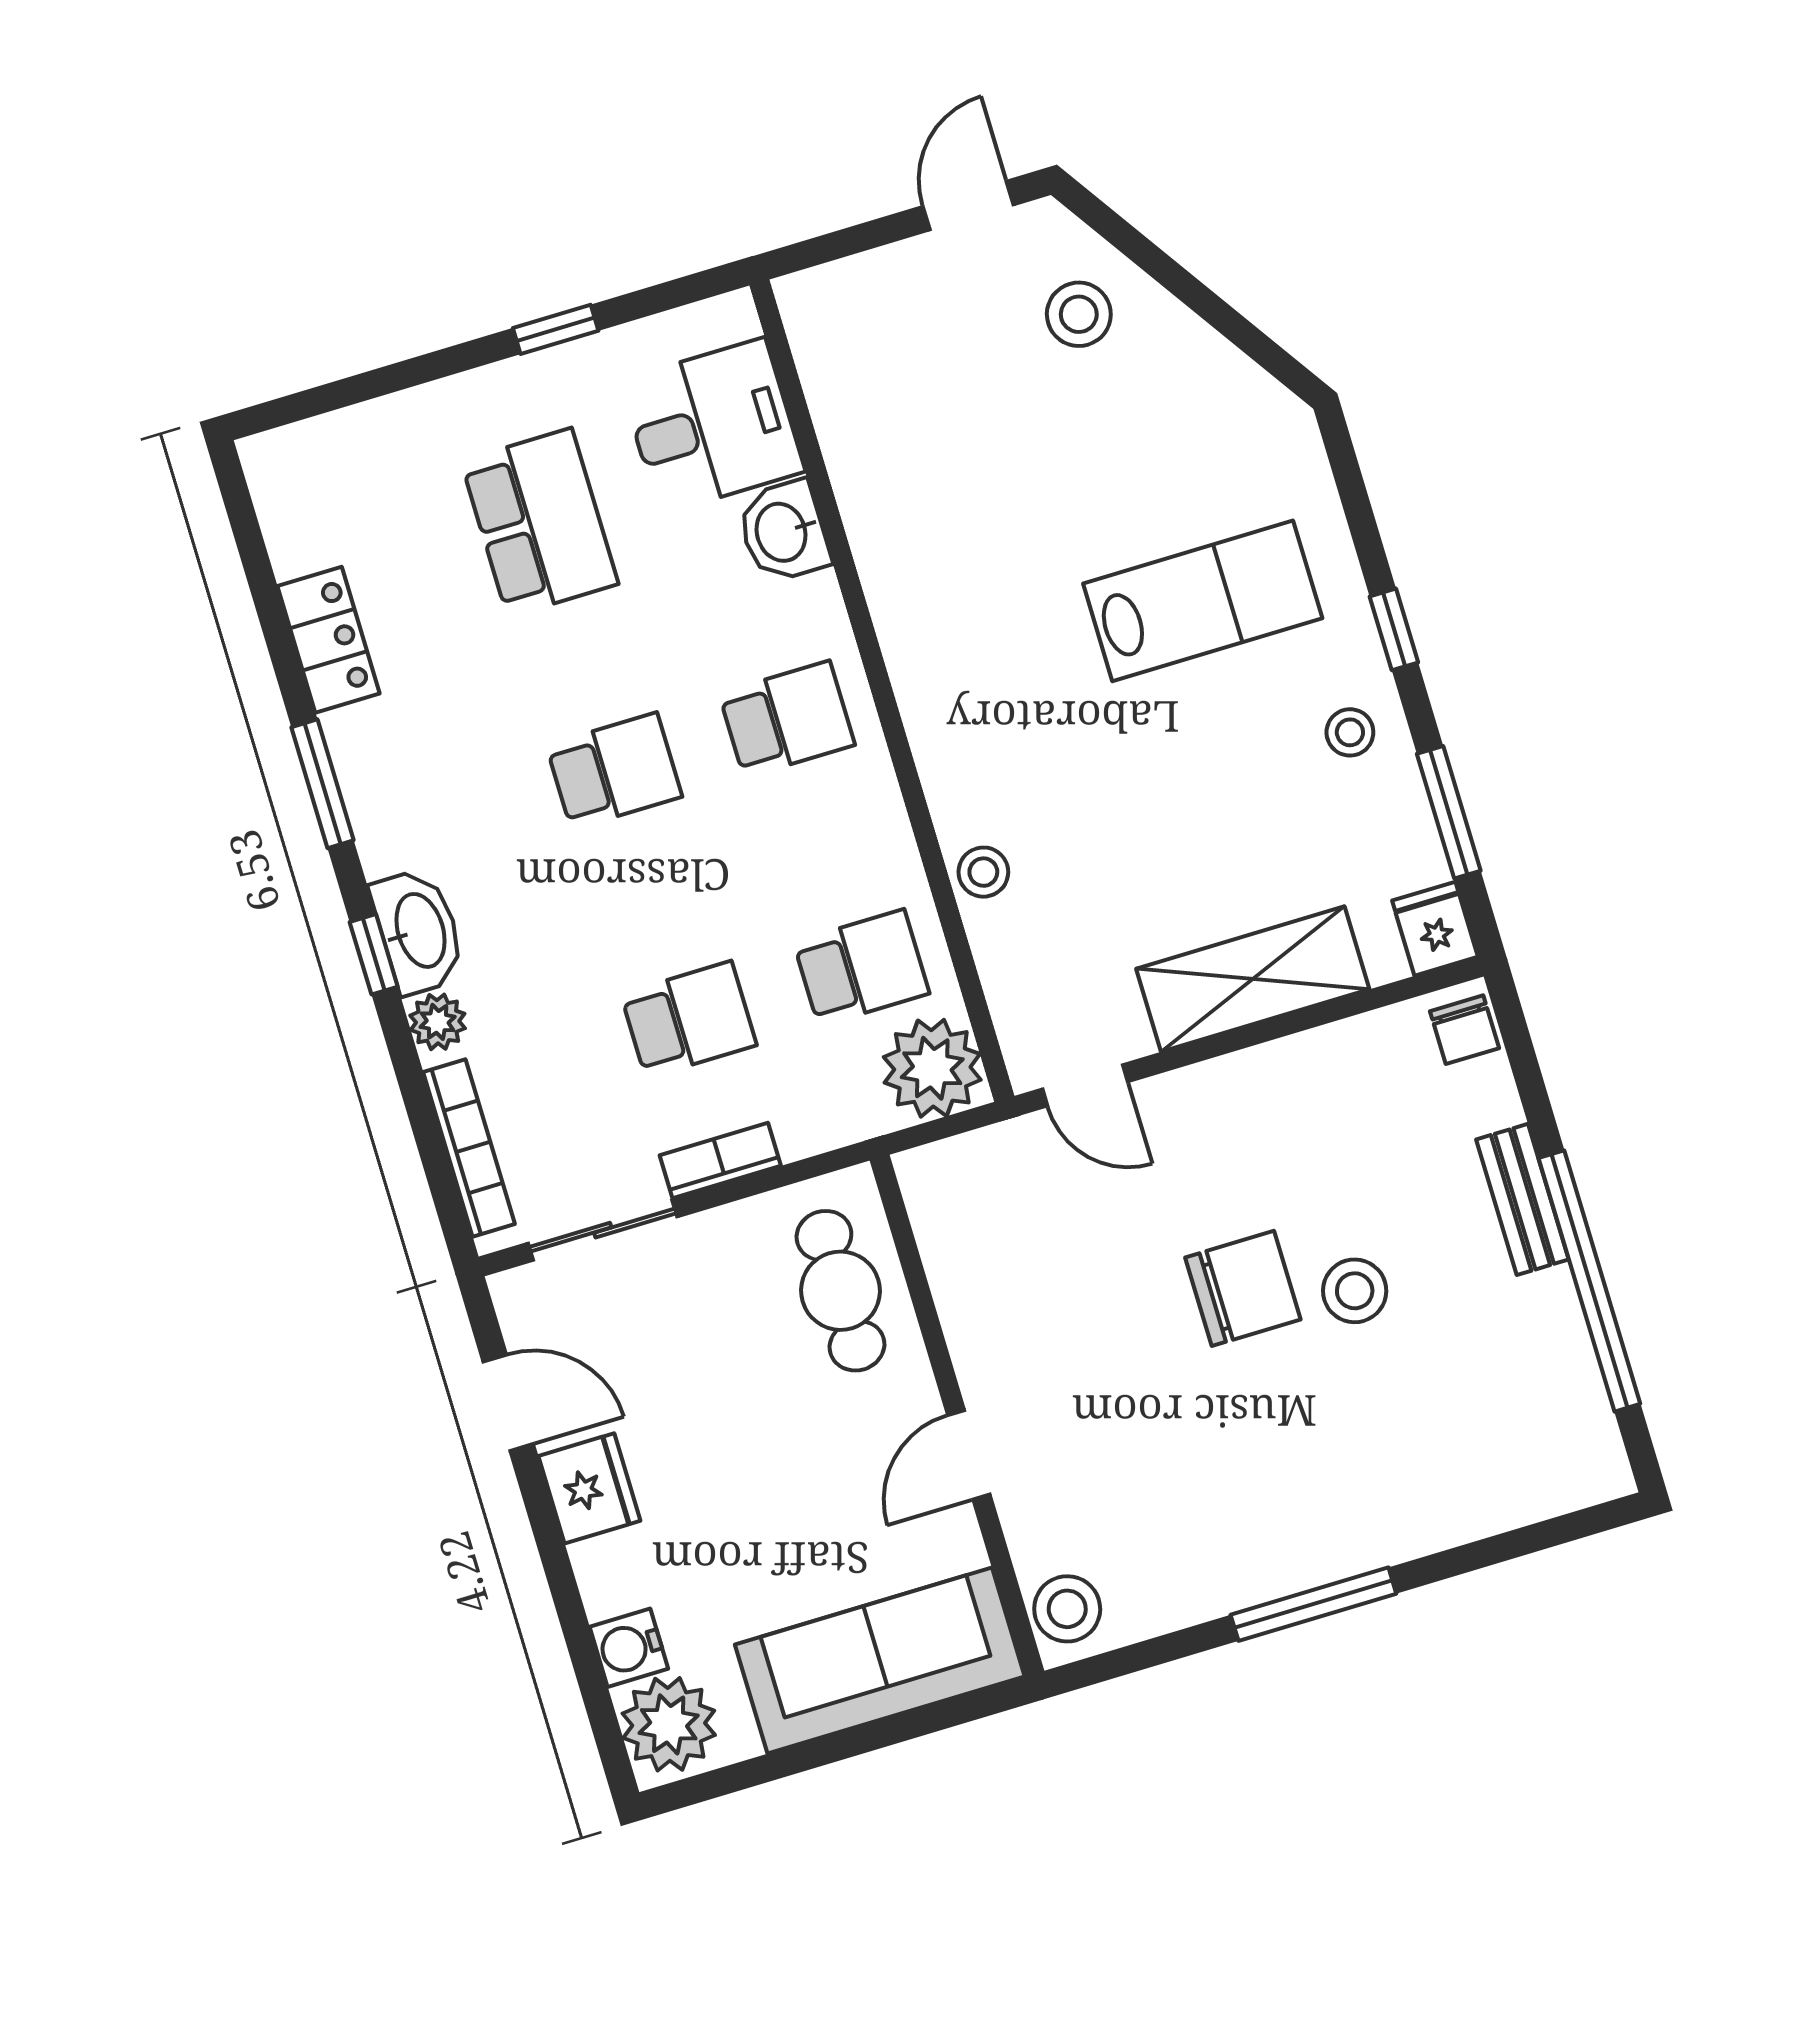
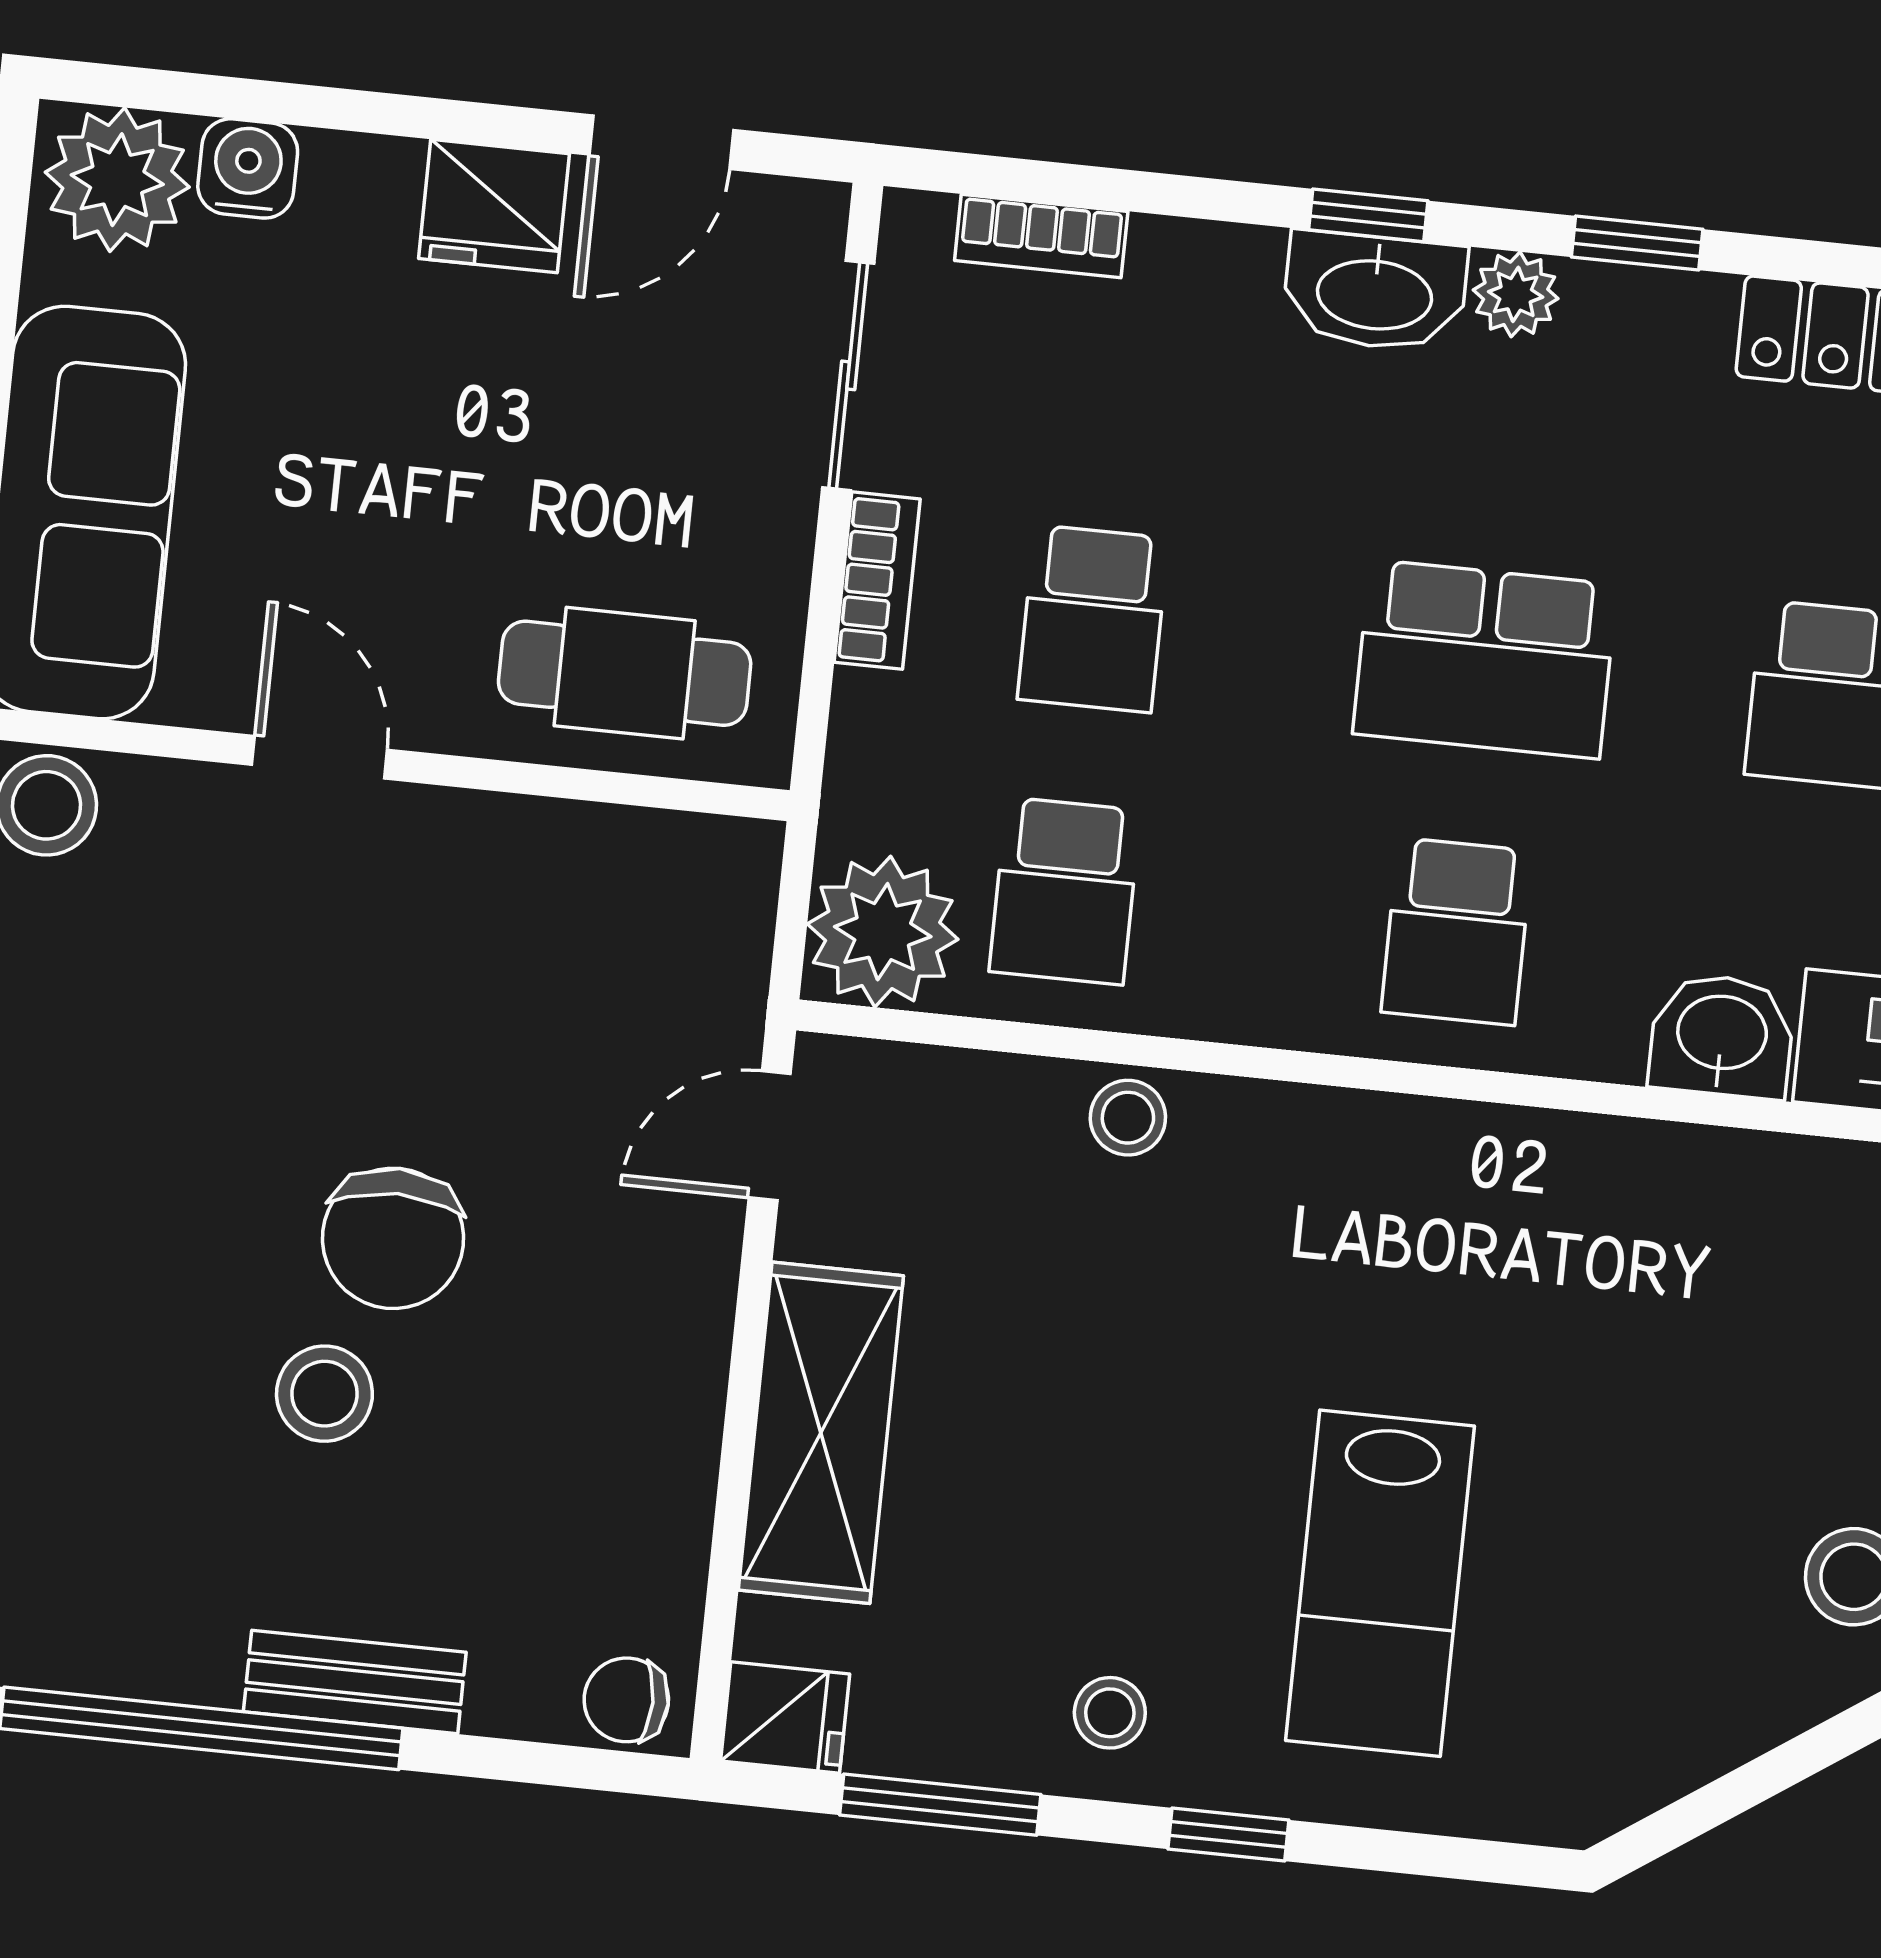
school desk: (614, 771) -> (1485, 659), width x1.85
window: (322, 784) -> (1637, 243), width x0.67
plant: (438, 1022) -> (1516, 294), moved
bookcase: (469, 1148) -> (1041, 236), width x0.64

